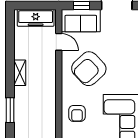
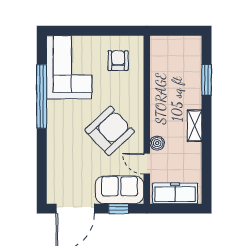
boiler: (50, 59) -> (157, 143), added
armchair: (77, 113) -> (118, 61), moved

